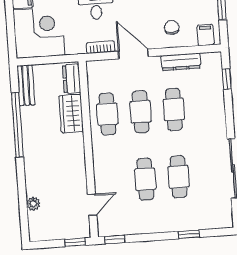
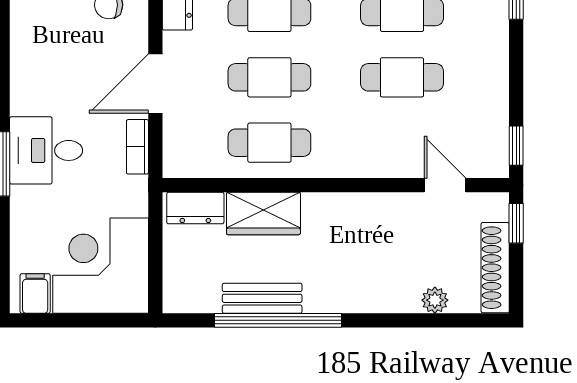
bench: (26, 85) -> (262, 298), moved
shoe rack: (52, 233) -> (495, 268), added

